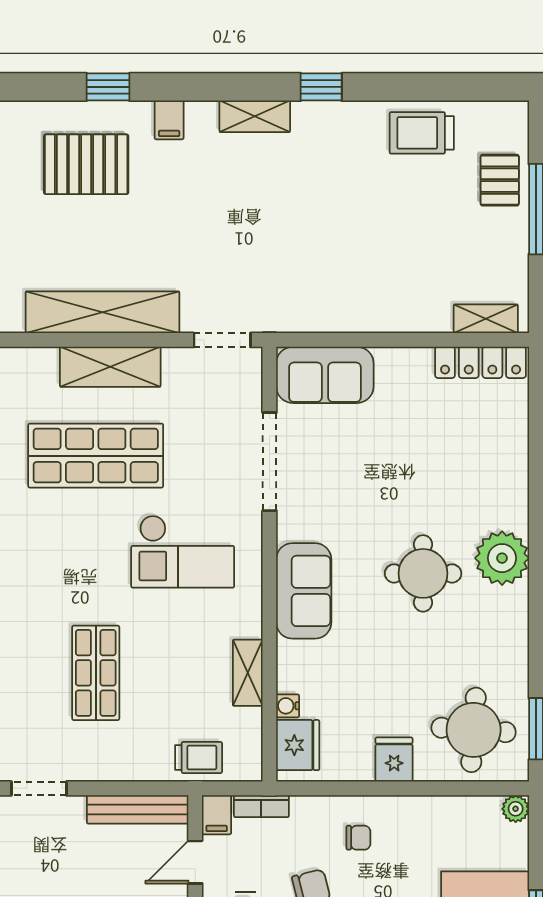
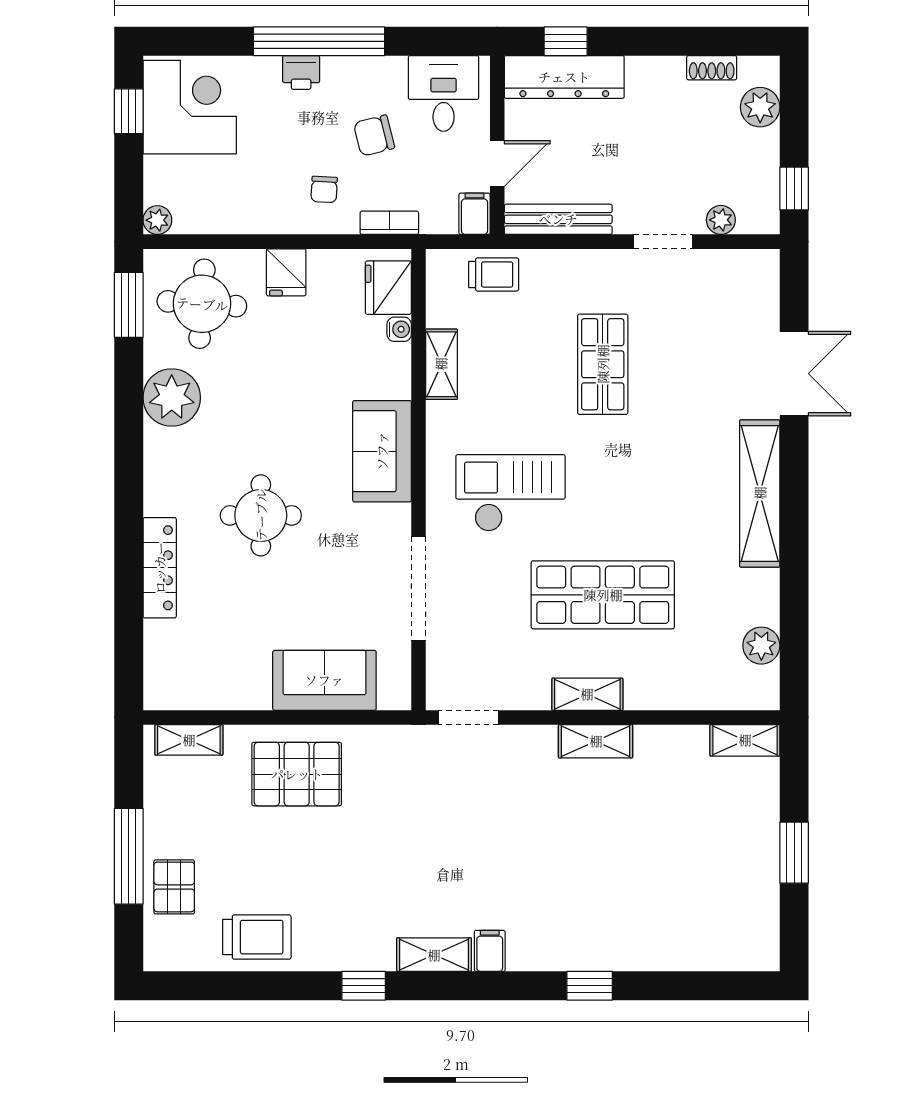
filing cabinet: (169, 120) -> (490, 951), moved
pallet: (86, 164) -> (297, 774), moved
shelving: (102, 312) -> (596, 741), width x0.45, depth x0.75
locker: (481, 362) -> (160, 568), moved, turned 90
shelving: (110, 367) -> (587, 694), width x0.67, depth x0.75
sofa: (325, 375) -> (324, 680), moved
plant: (502, 558) -> (172, 398), moved
round table: (423, 573) -> (261, 515), moved
trolley: (199, 757) -> (494, 274), turned 180
bookcase: (261, 806) -> (389, 223), moved
chair: (358, 838) -> (324, 189), turned -87

